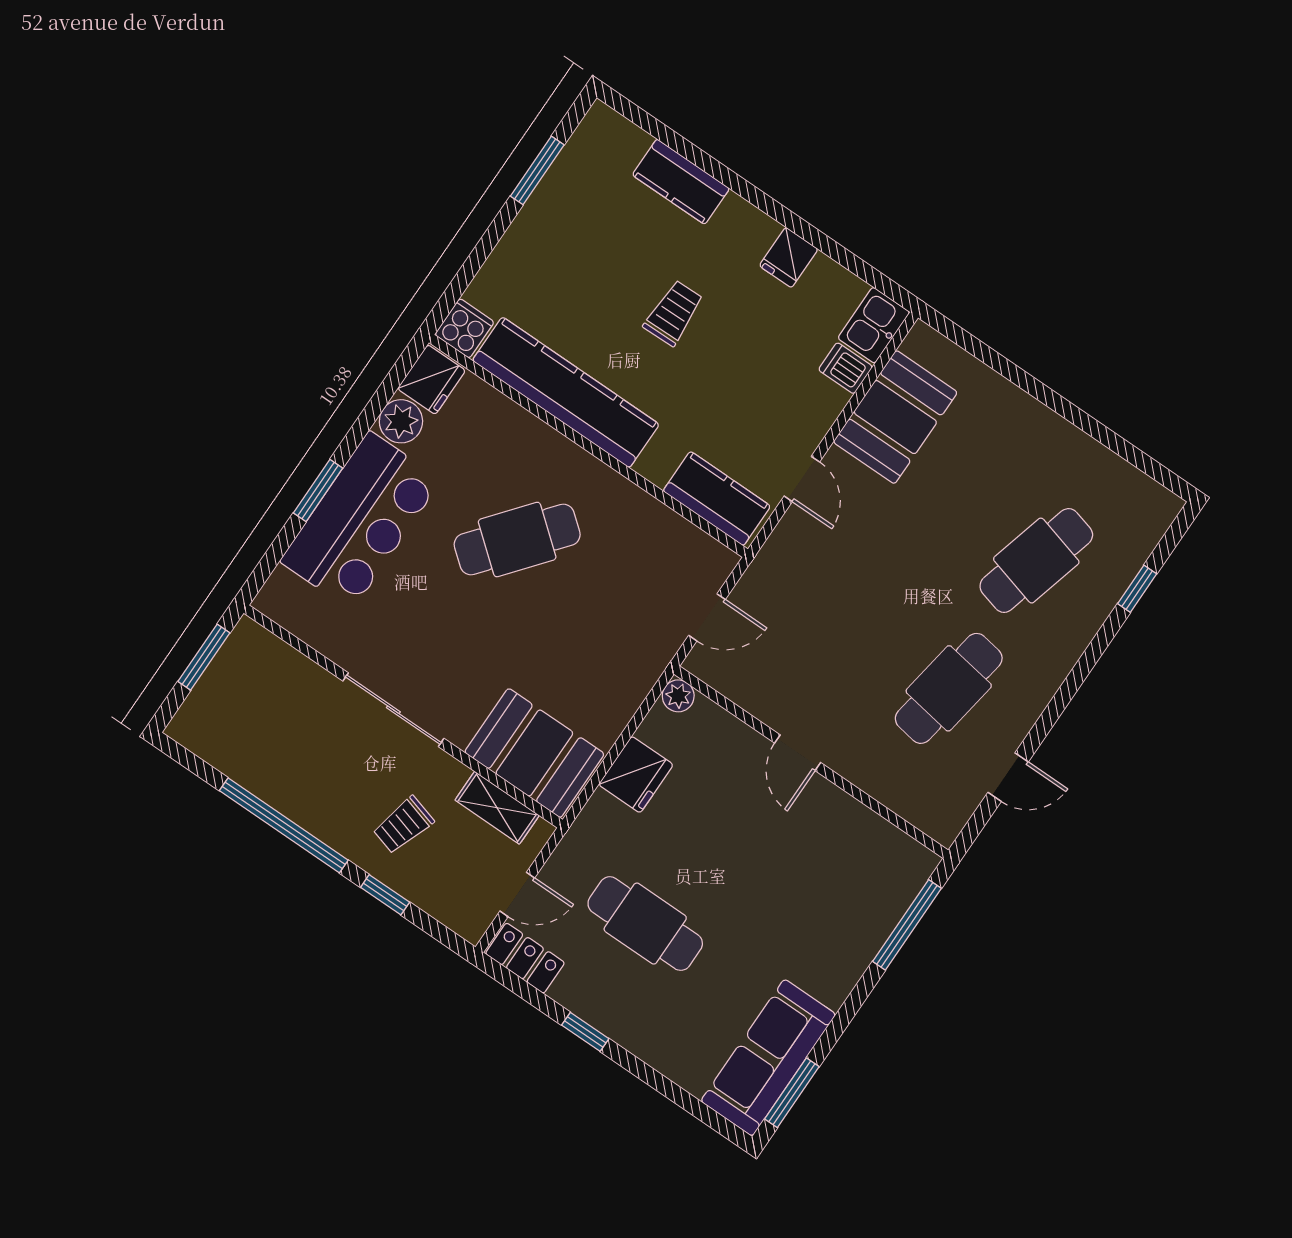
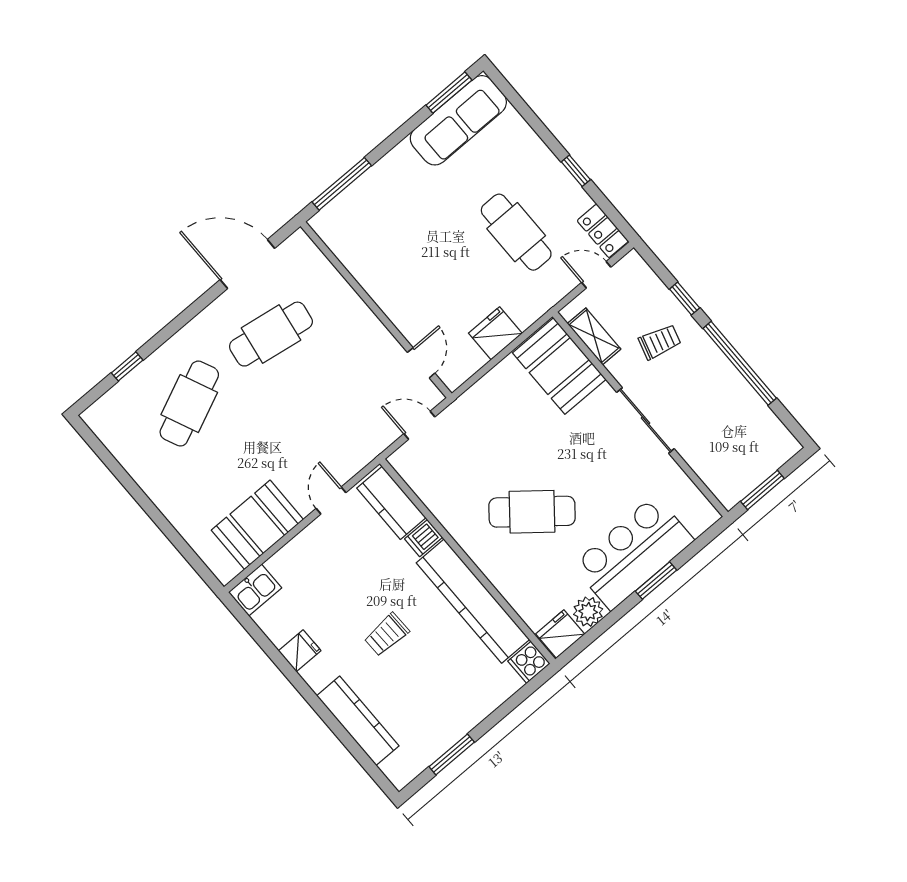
kitchen counter: (681, 182) -> (358, 721), width x1.50
dishwasher: (845, 368) -> (424, 538), moved, turned 90
cafe table: (1036, 561) -> (189, 404), turned -39
plant: (678, 696) -> (453, 378), removed
door: (798, 753) -> (421, 363), moved
door: (1008, 777) -> (247, 264), width x1.87

